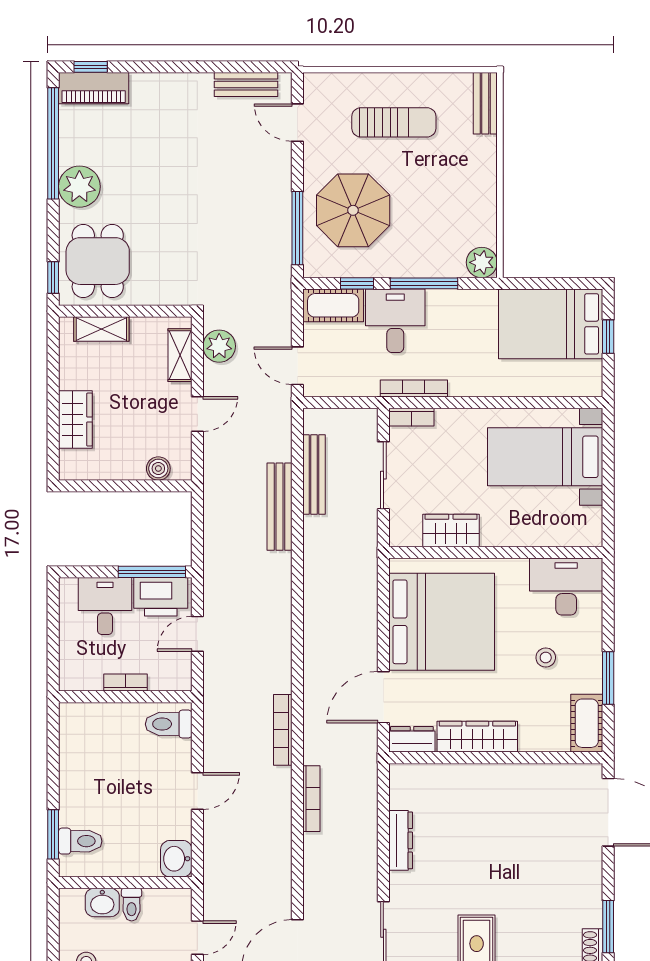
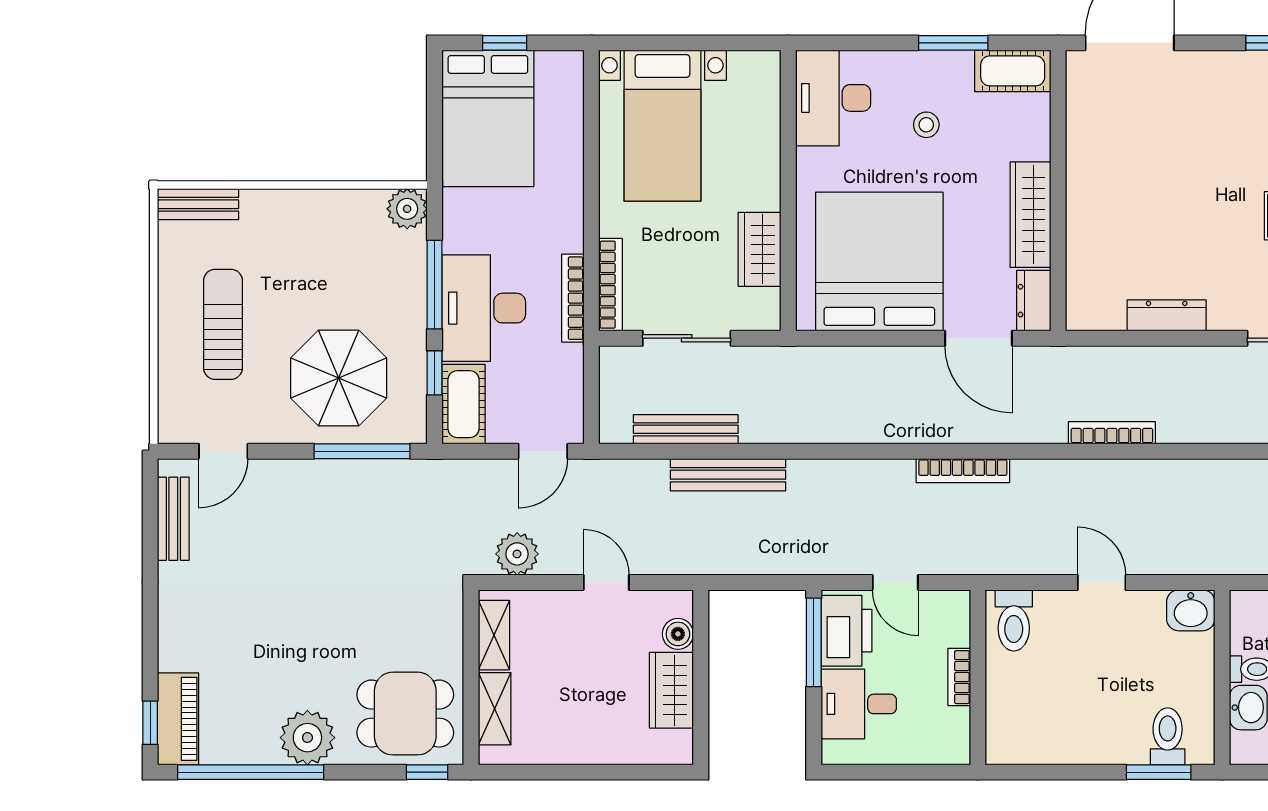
desk: (395, 321) -> (484, 308), width x1.37
shelving: (180, 355) -> (494, 635), moved, turned 90
bookcase: (411, 417) -> (610, 285), width x1.56
wardrobe: (75, 420) -> (671, 690), moved, turned -90
bookcase: (283, 730) -> (963, 471), moved

